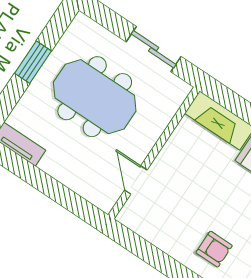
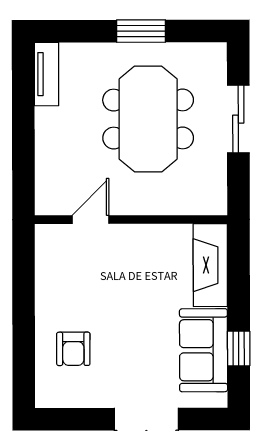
sliding door: (154, 49) -> (238, 119), moved

